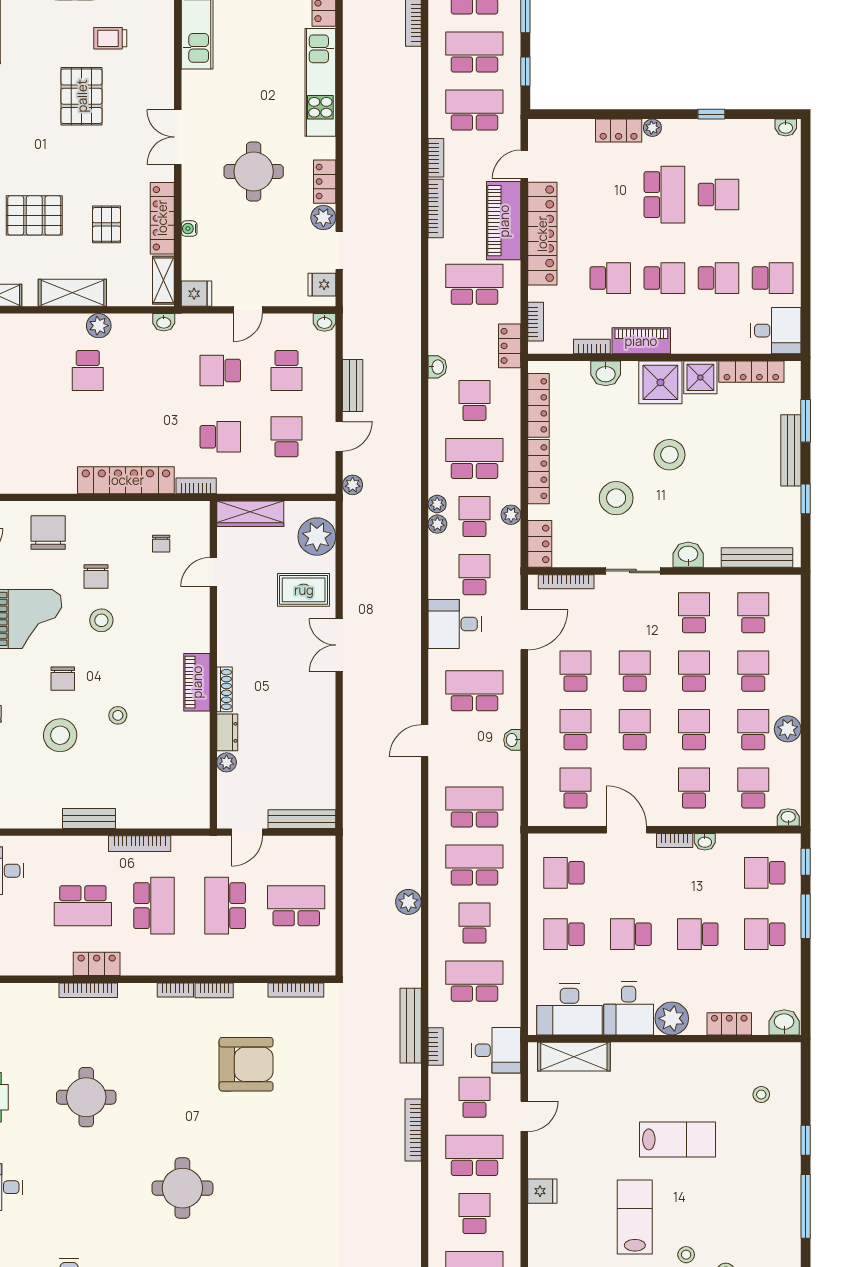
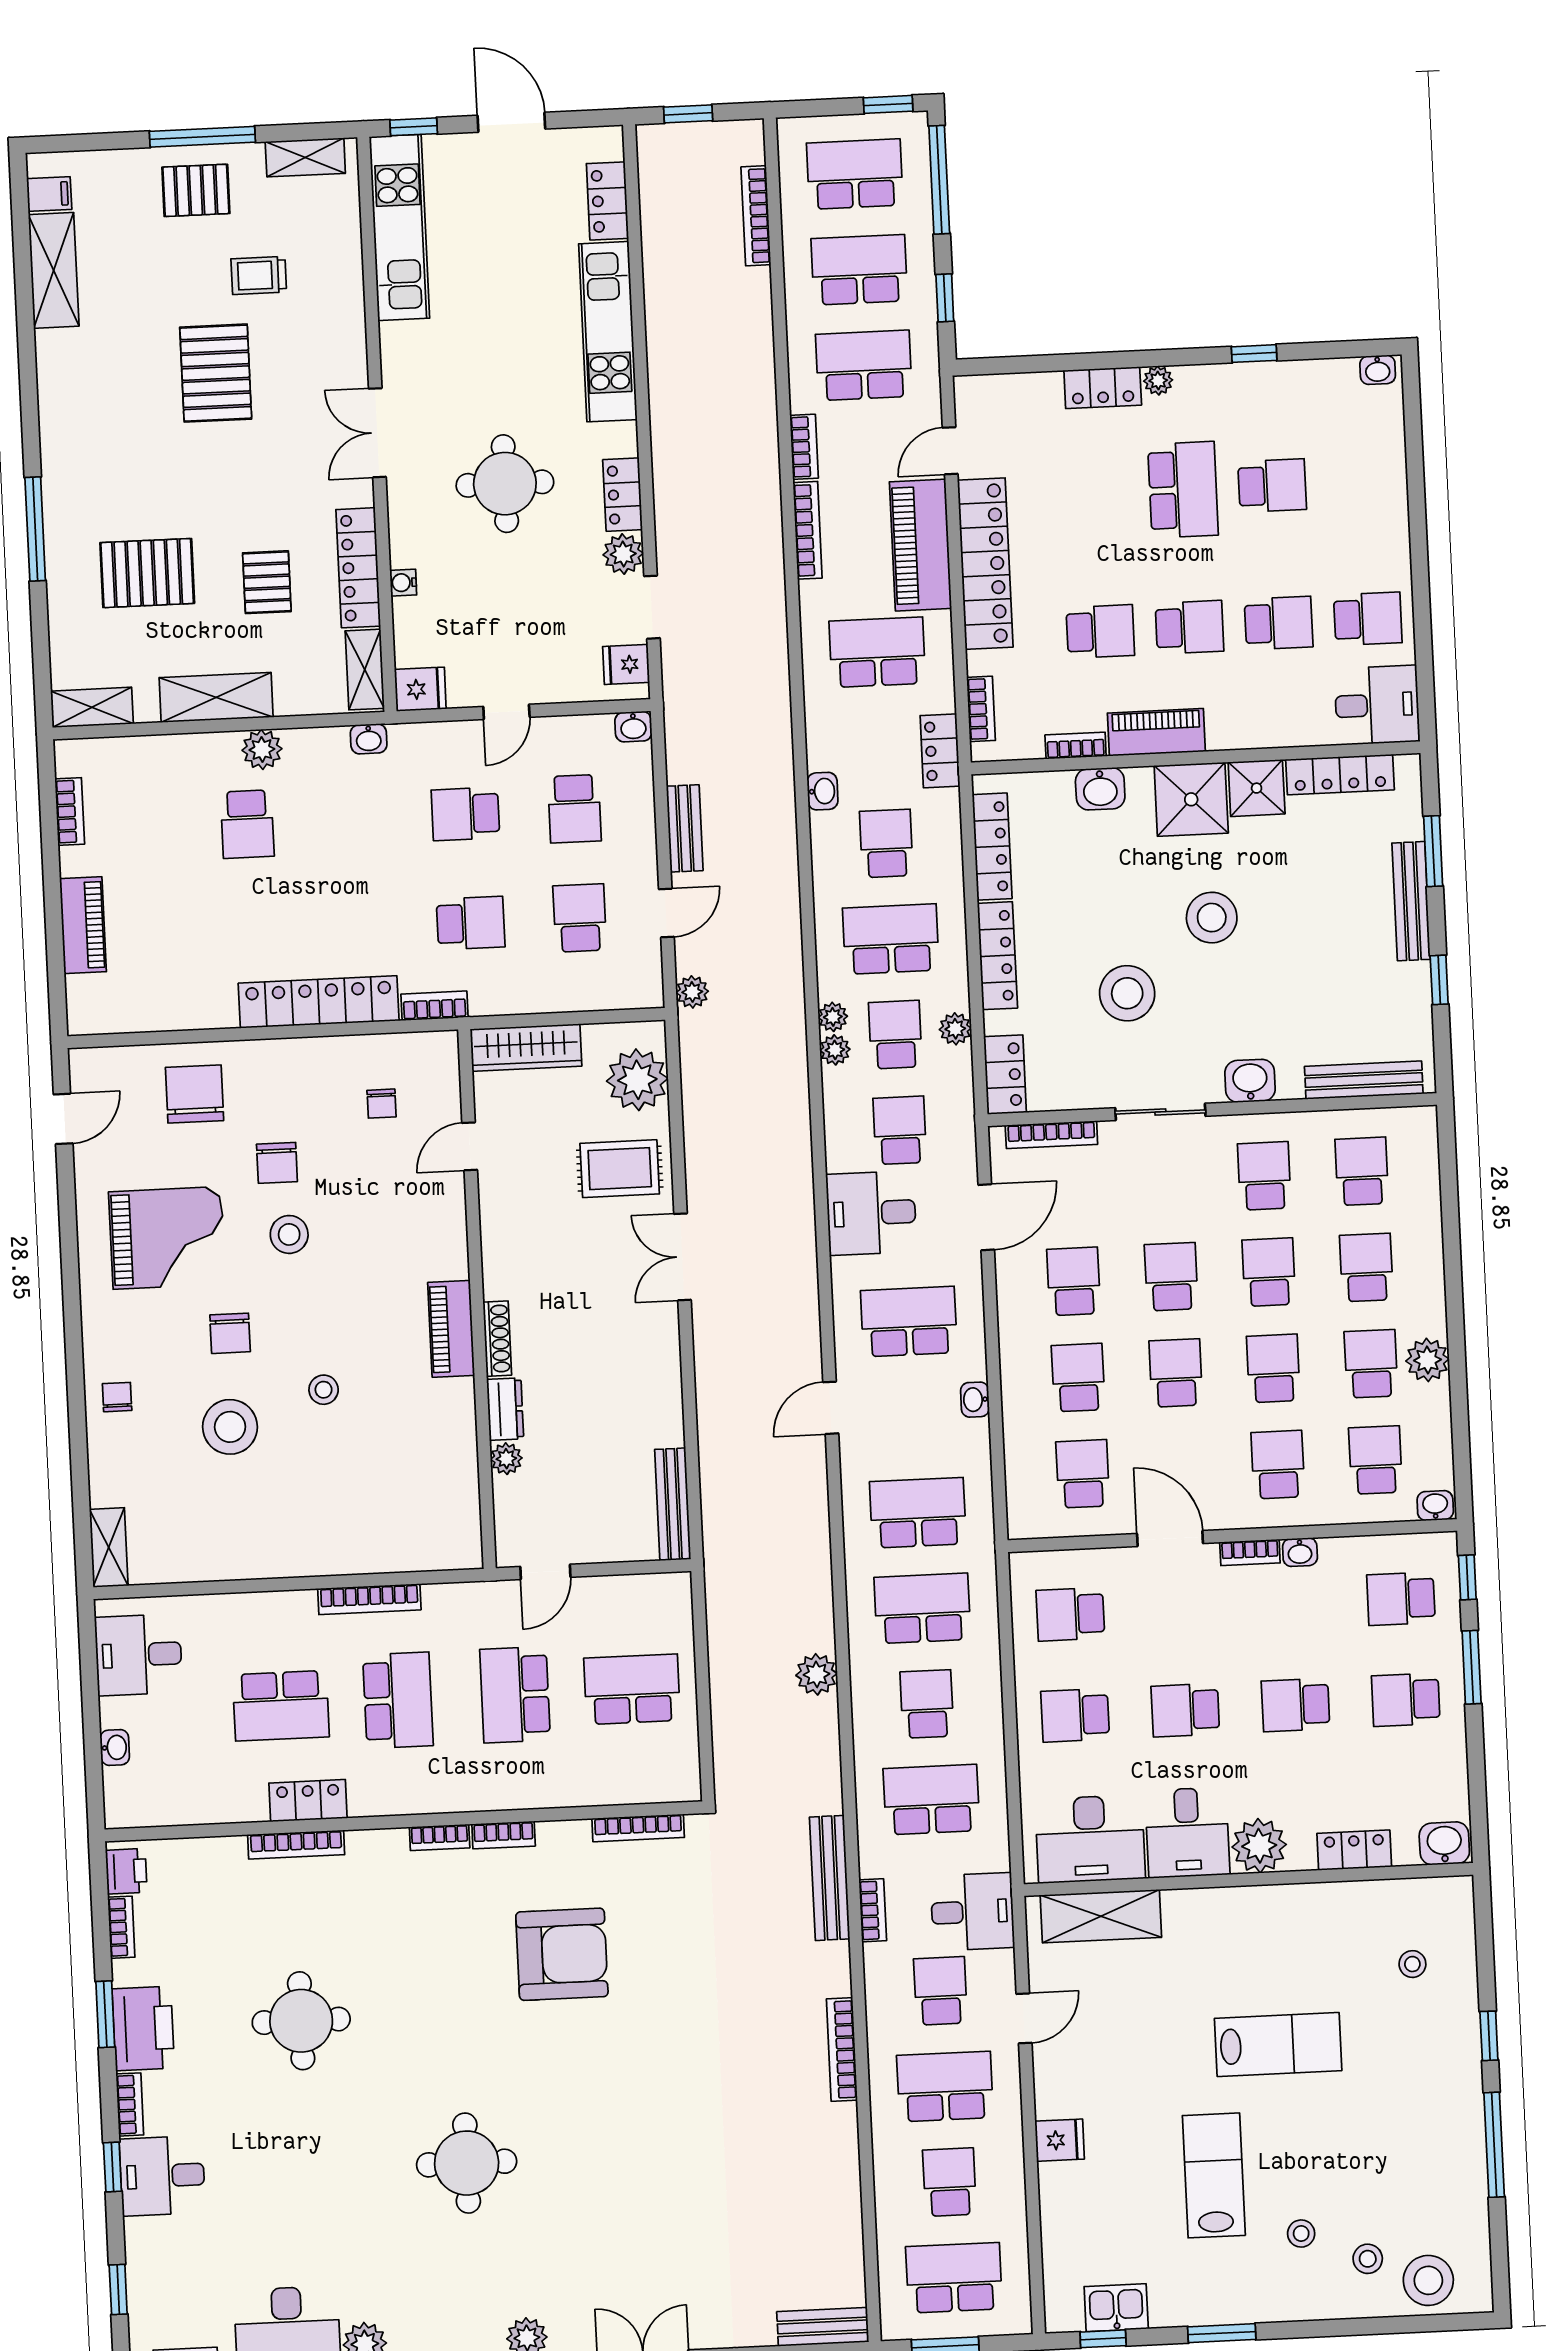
bench: (89, 818) -> (284, 1562), removed
bench: (302, 819) -> (673, 1504), moved, turned 90

